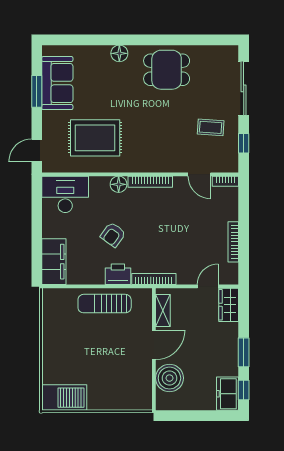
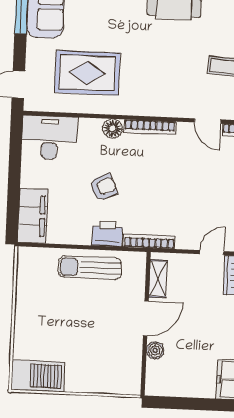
armchair: (113, 235) -> (103, 187), turned -151
boiler: (169, 378) -> (155, 350), width x0.54, depth x0.54

